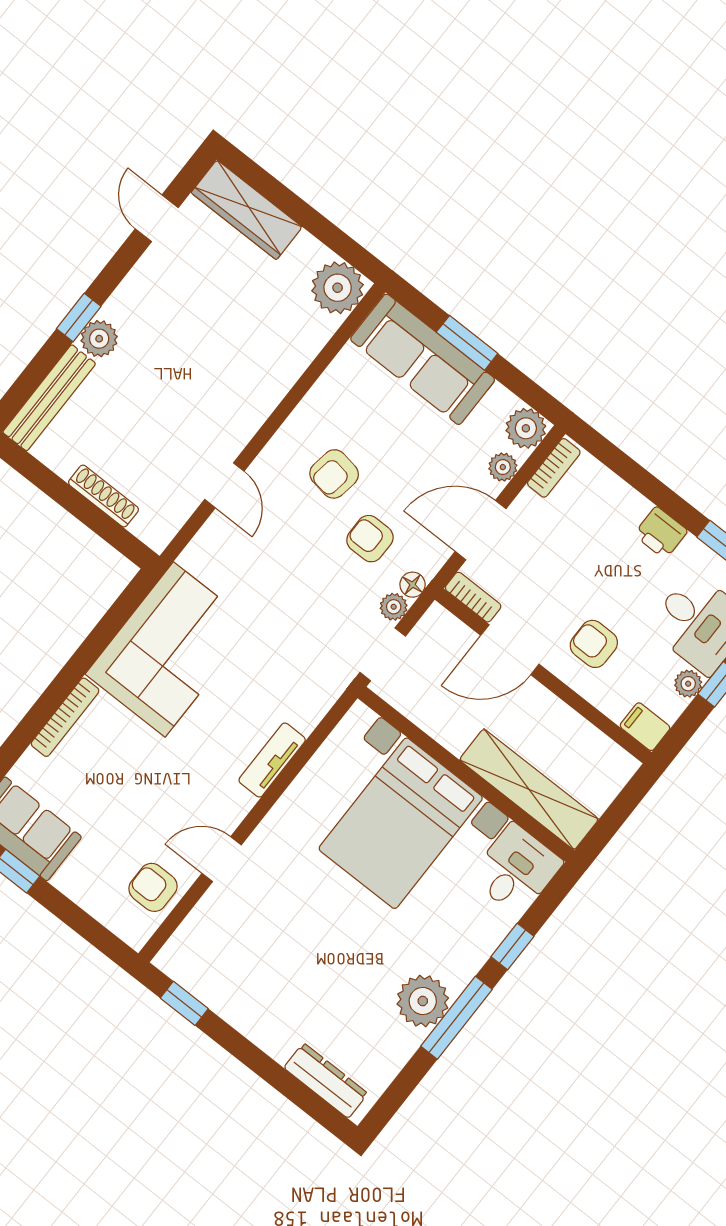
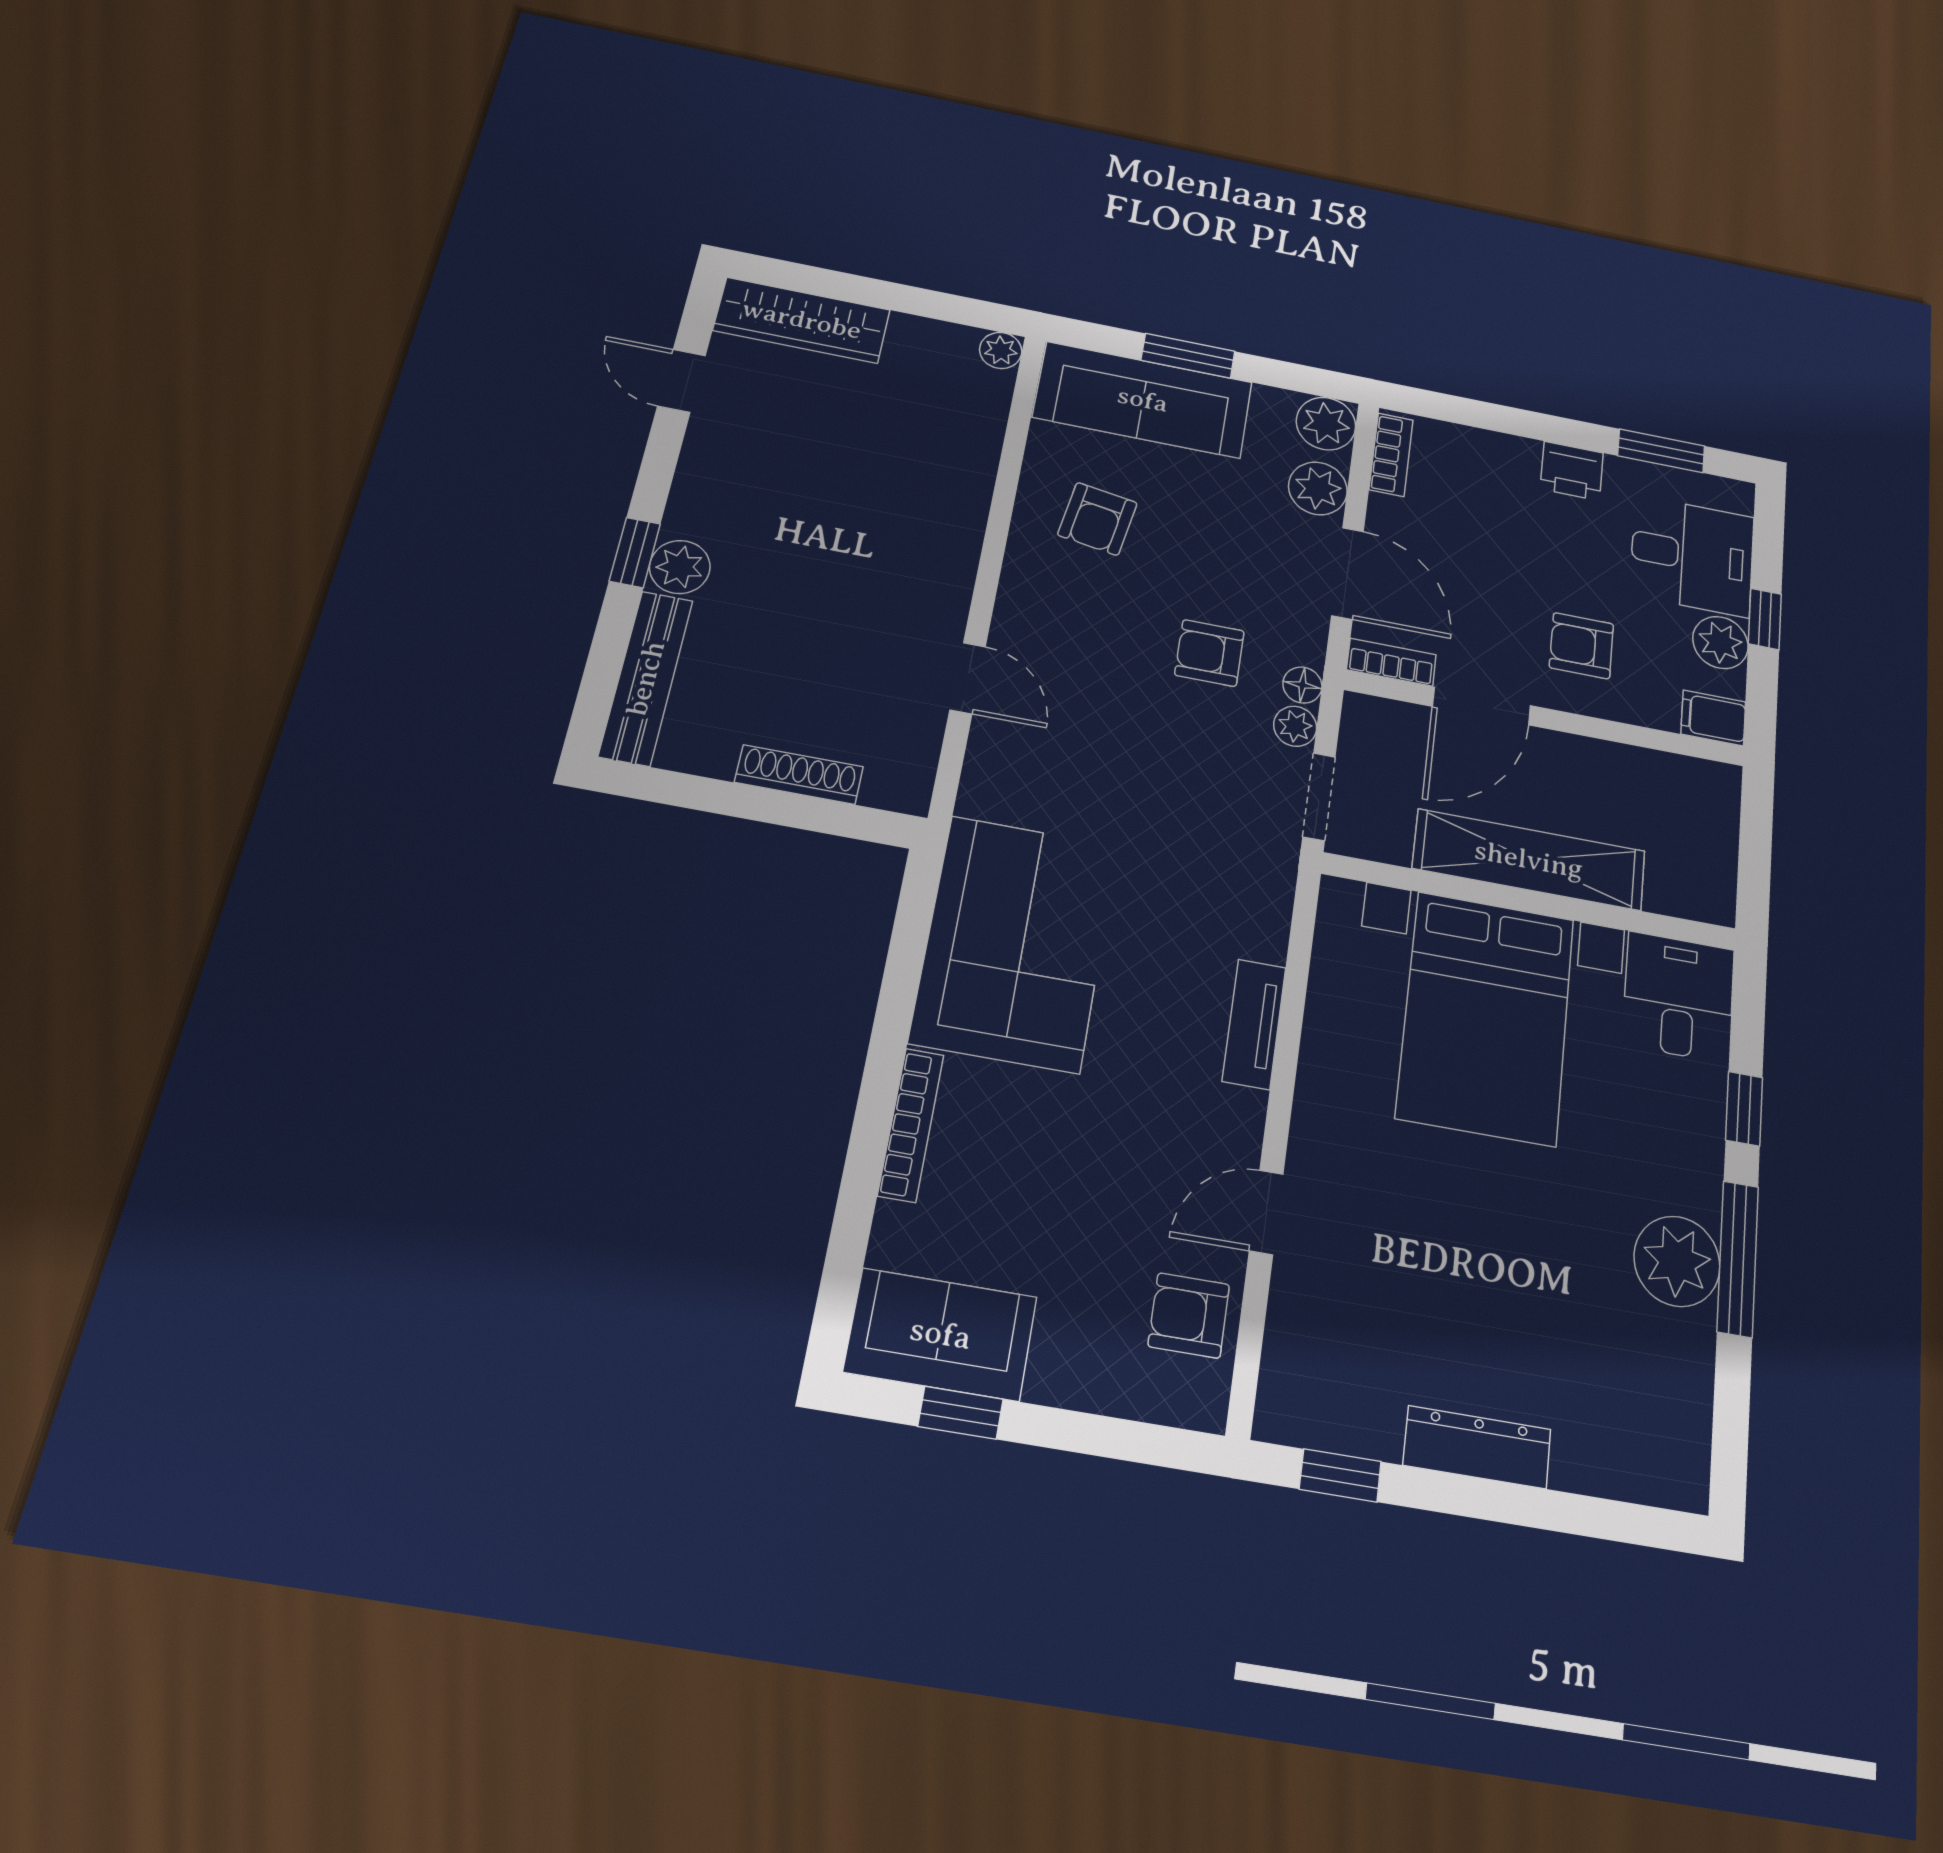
plant: (338, 288) -> (1001, 350), width x0.53, depth x0.53
plant: (503, 467) -> (1318, 488), width x1.38, depth x1.38
armchair: (334, 474) -> (1097, 519), moved
door: (481, 530) -> (1348, 573), swing flipped
plant: (688, 684) -> (1720, 643), width x1.38, depth x1.38
shelving: (529, 789) -> (1529, 860), moved
dresser: (326, 1081) -> (1477, 1447), moved

